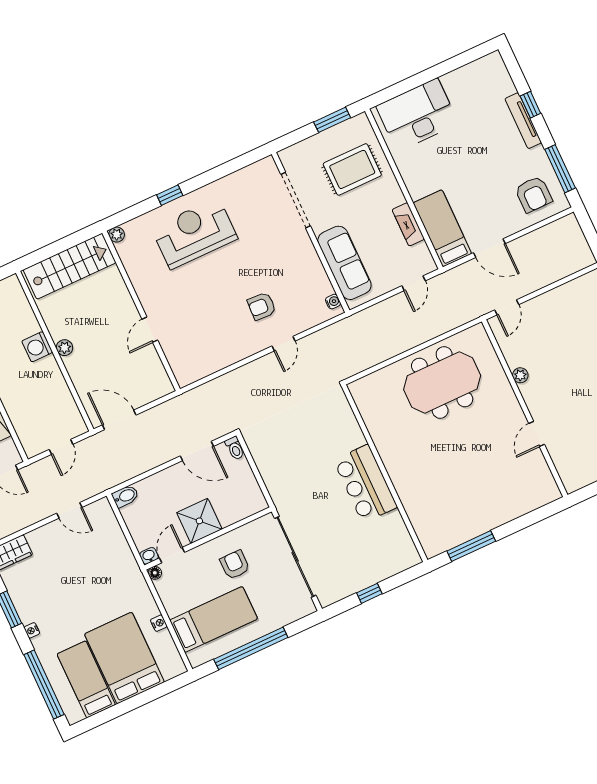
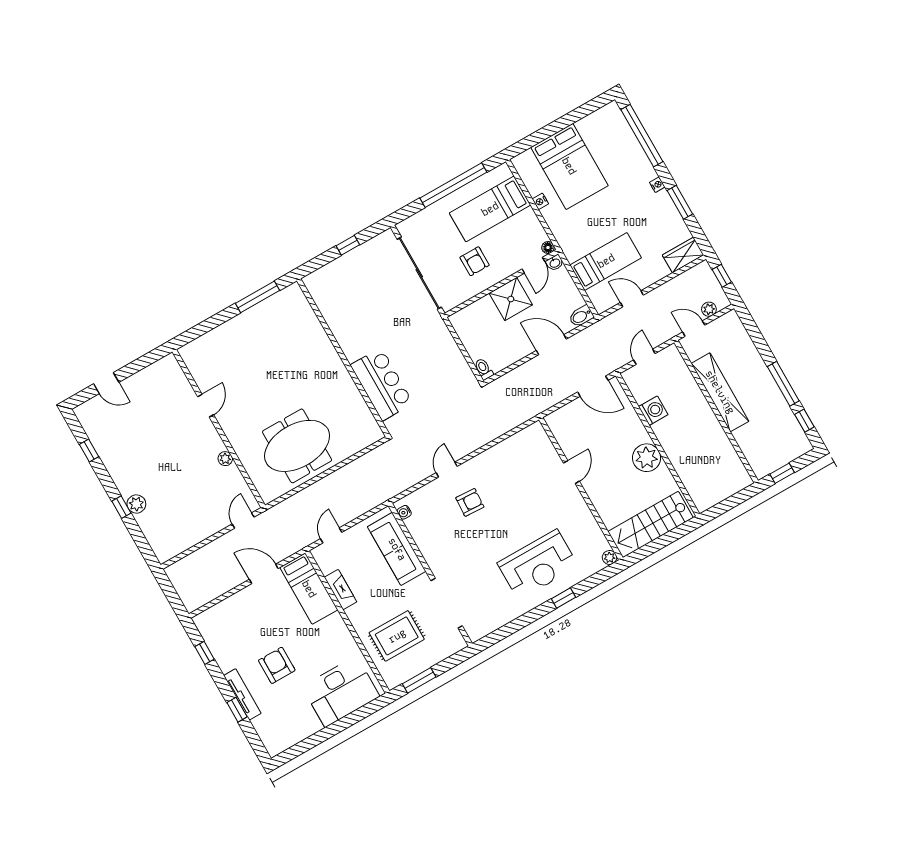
window: (560, 169) -> (204, 653), width x0.46
armchair: (533, 194) -> (277, 665), moved
washing machine: (37, 347) -> (653, 411), moved
plant: (65, 348) -> (647, 458), width x1.88, depth x1.88
door: (197, 451) -> (551, 345), moved
bar counter: (365, 484) -> (382, 384), moved
bed: (86, 679) -> (606, 261), moved, turned -90

